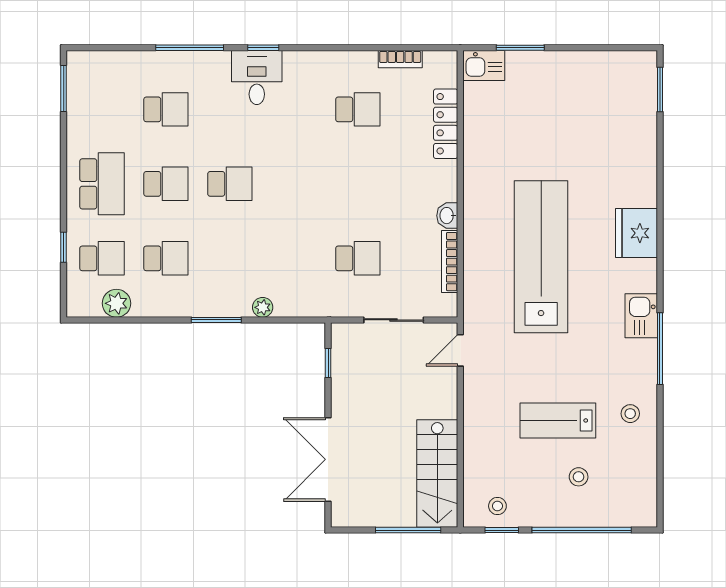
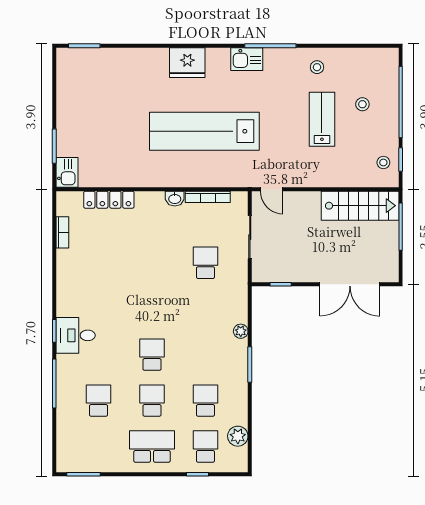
school desk: (358, 109) -> (98, 263), removed
lab bench: (558, 420) -> (322, 119), turned 180

